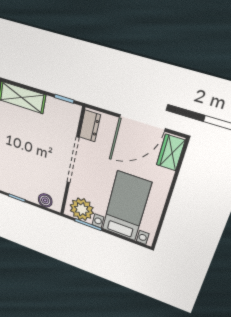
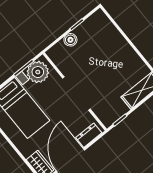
dresser: (90, 126) -> (89, 135), moved, turned 90
boiler: (45, 200) -> (70, 40), moved

